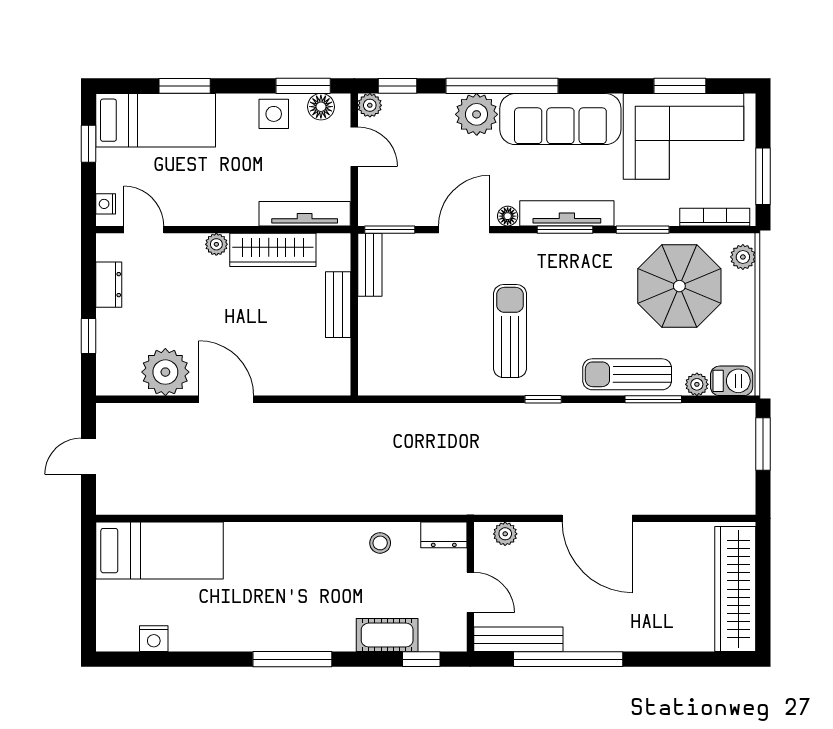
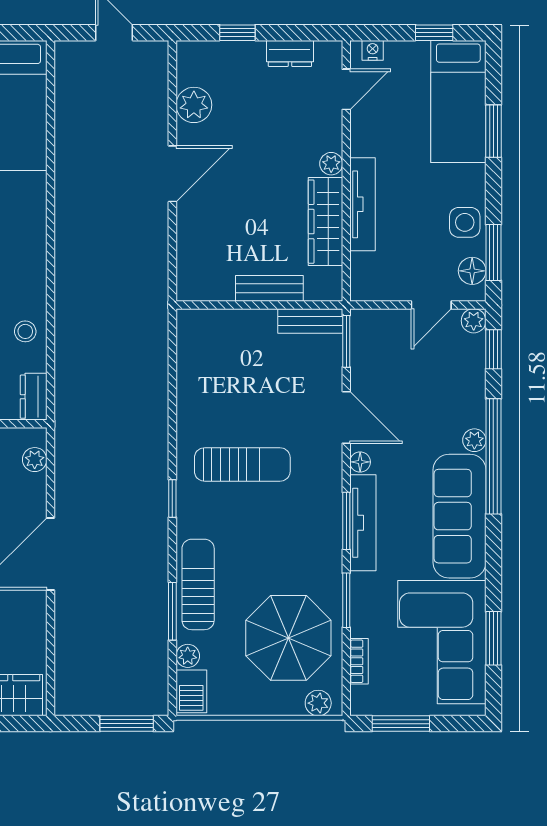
plant: (477, 114) -> (474, 440), width x0.53, depth x0.53
tv unit: (305, 214) -> (362, 204), moved
bookcase: (715, 217) -> (359, 661), width x0.64
plant: (165, 372) -> (194, 105), width x0.73, depth x0.73

